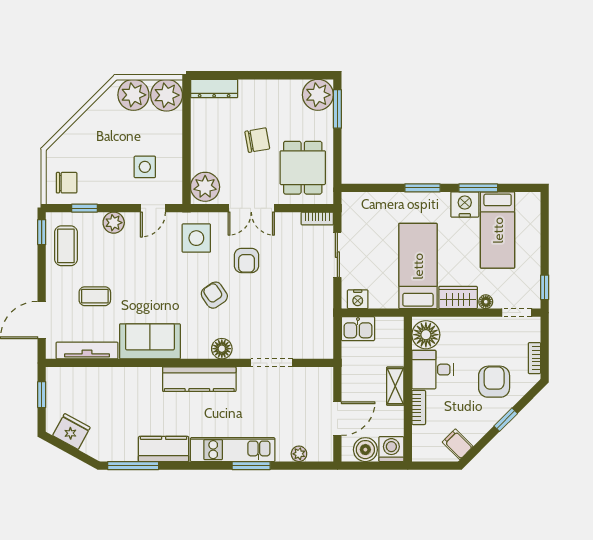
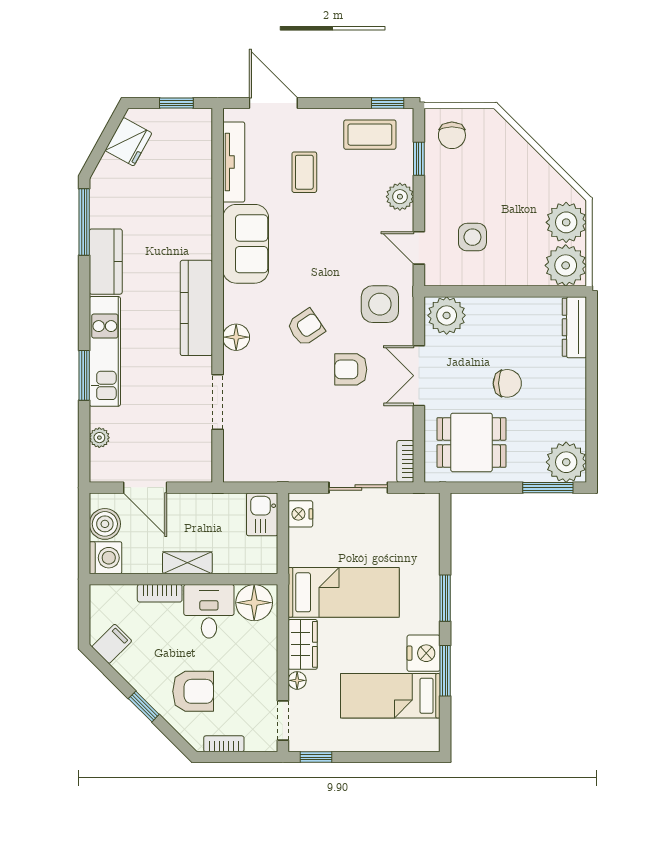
chair: (257, 140) -> (507, 383), turned -80

